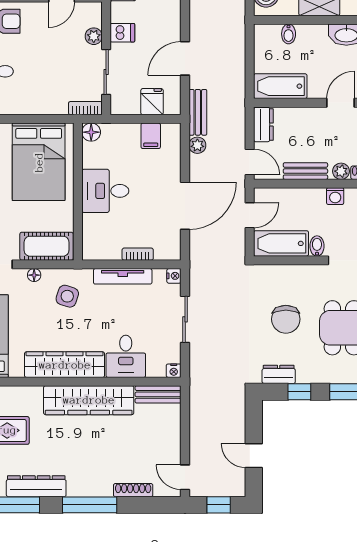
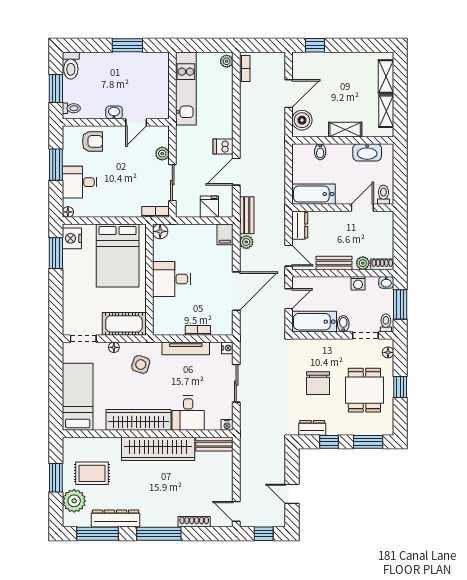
dishwasher: (122, 33) -> (223, 146), moved, turned 180
filing cabinet: (151, 136) -> (225, 234), moved

